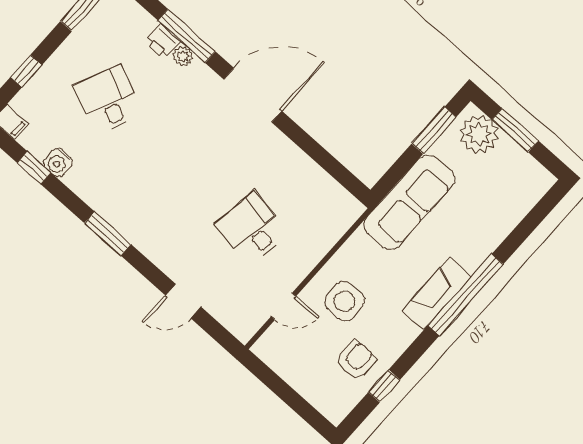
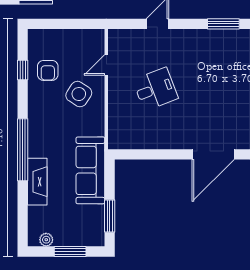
plant: (479, 134) -> (46, 240), moved, width x0.53, depth x0.53
desk: (252, 229) -> (155, 89), turned -30
fireplace: (437, 294) -> (37, 182), moved
side table: (345, 301) -> (79, 94), turned 33

